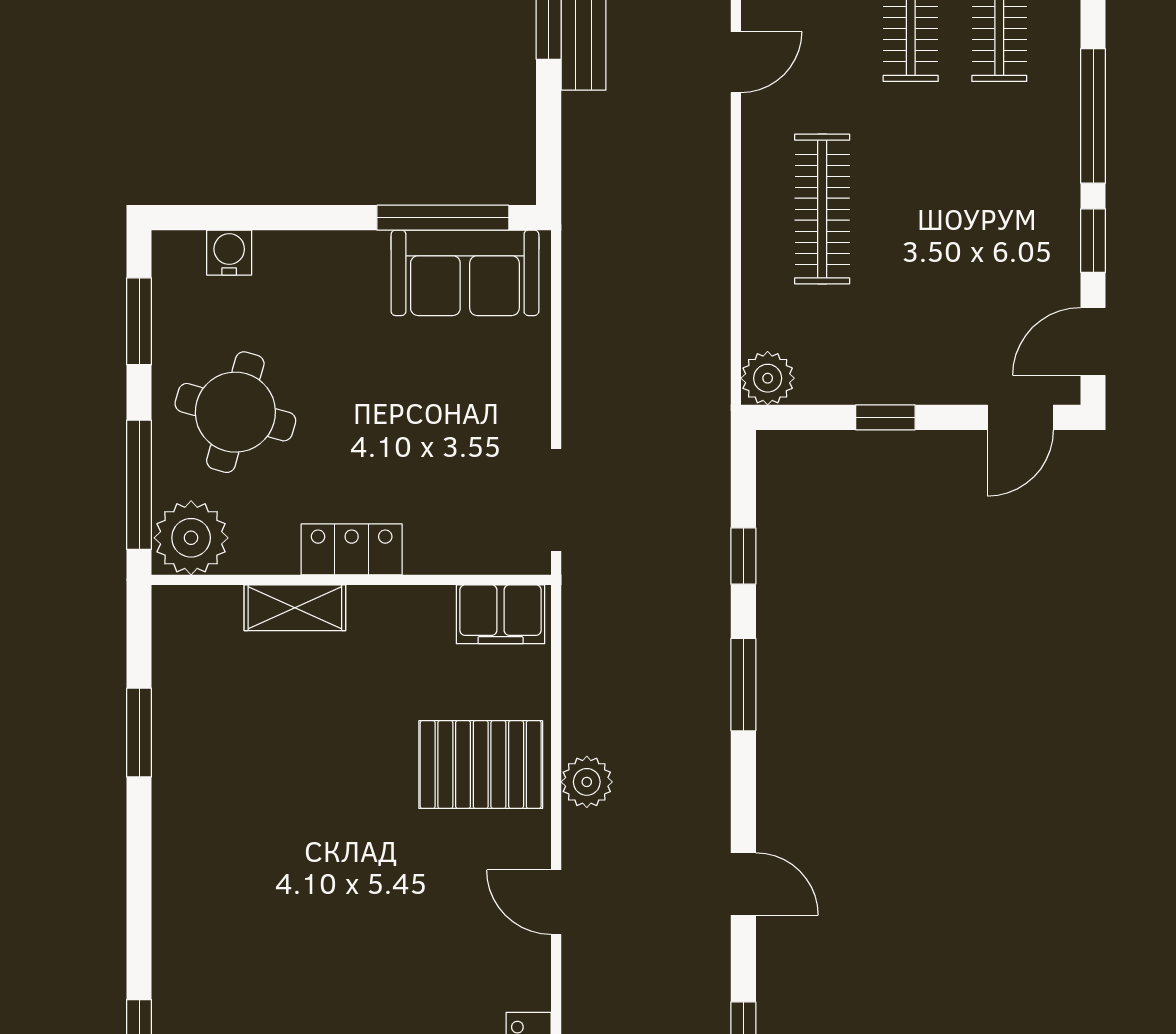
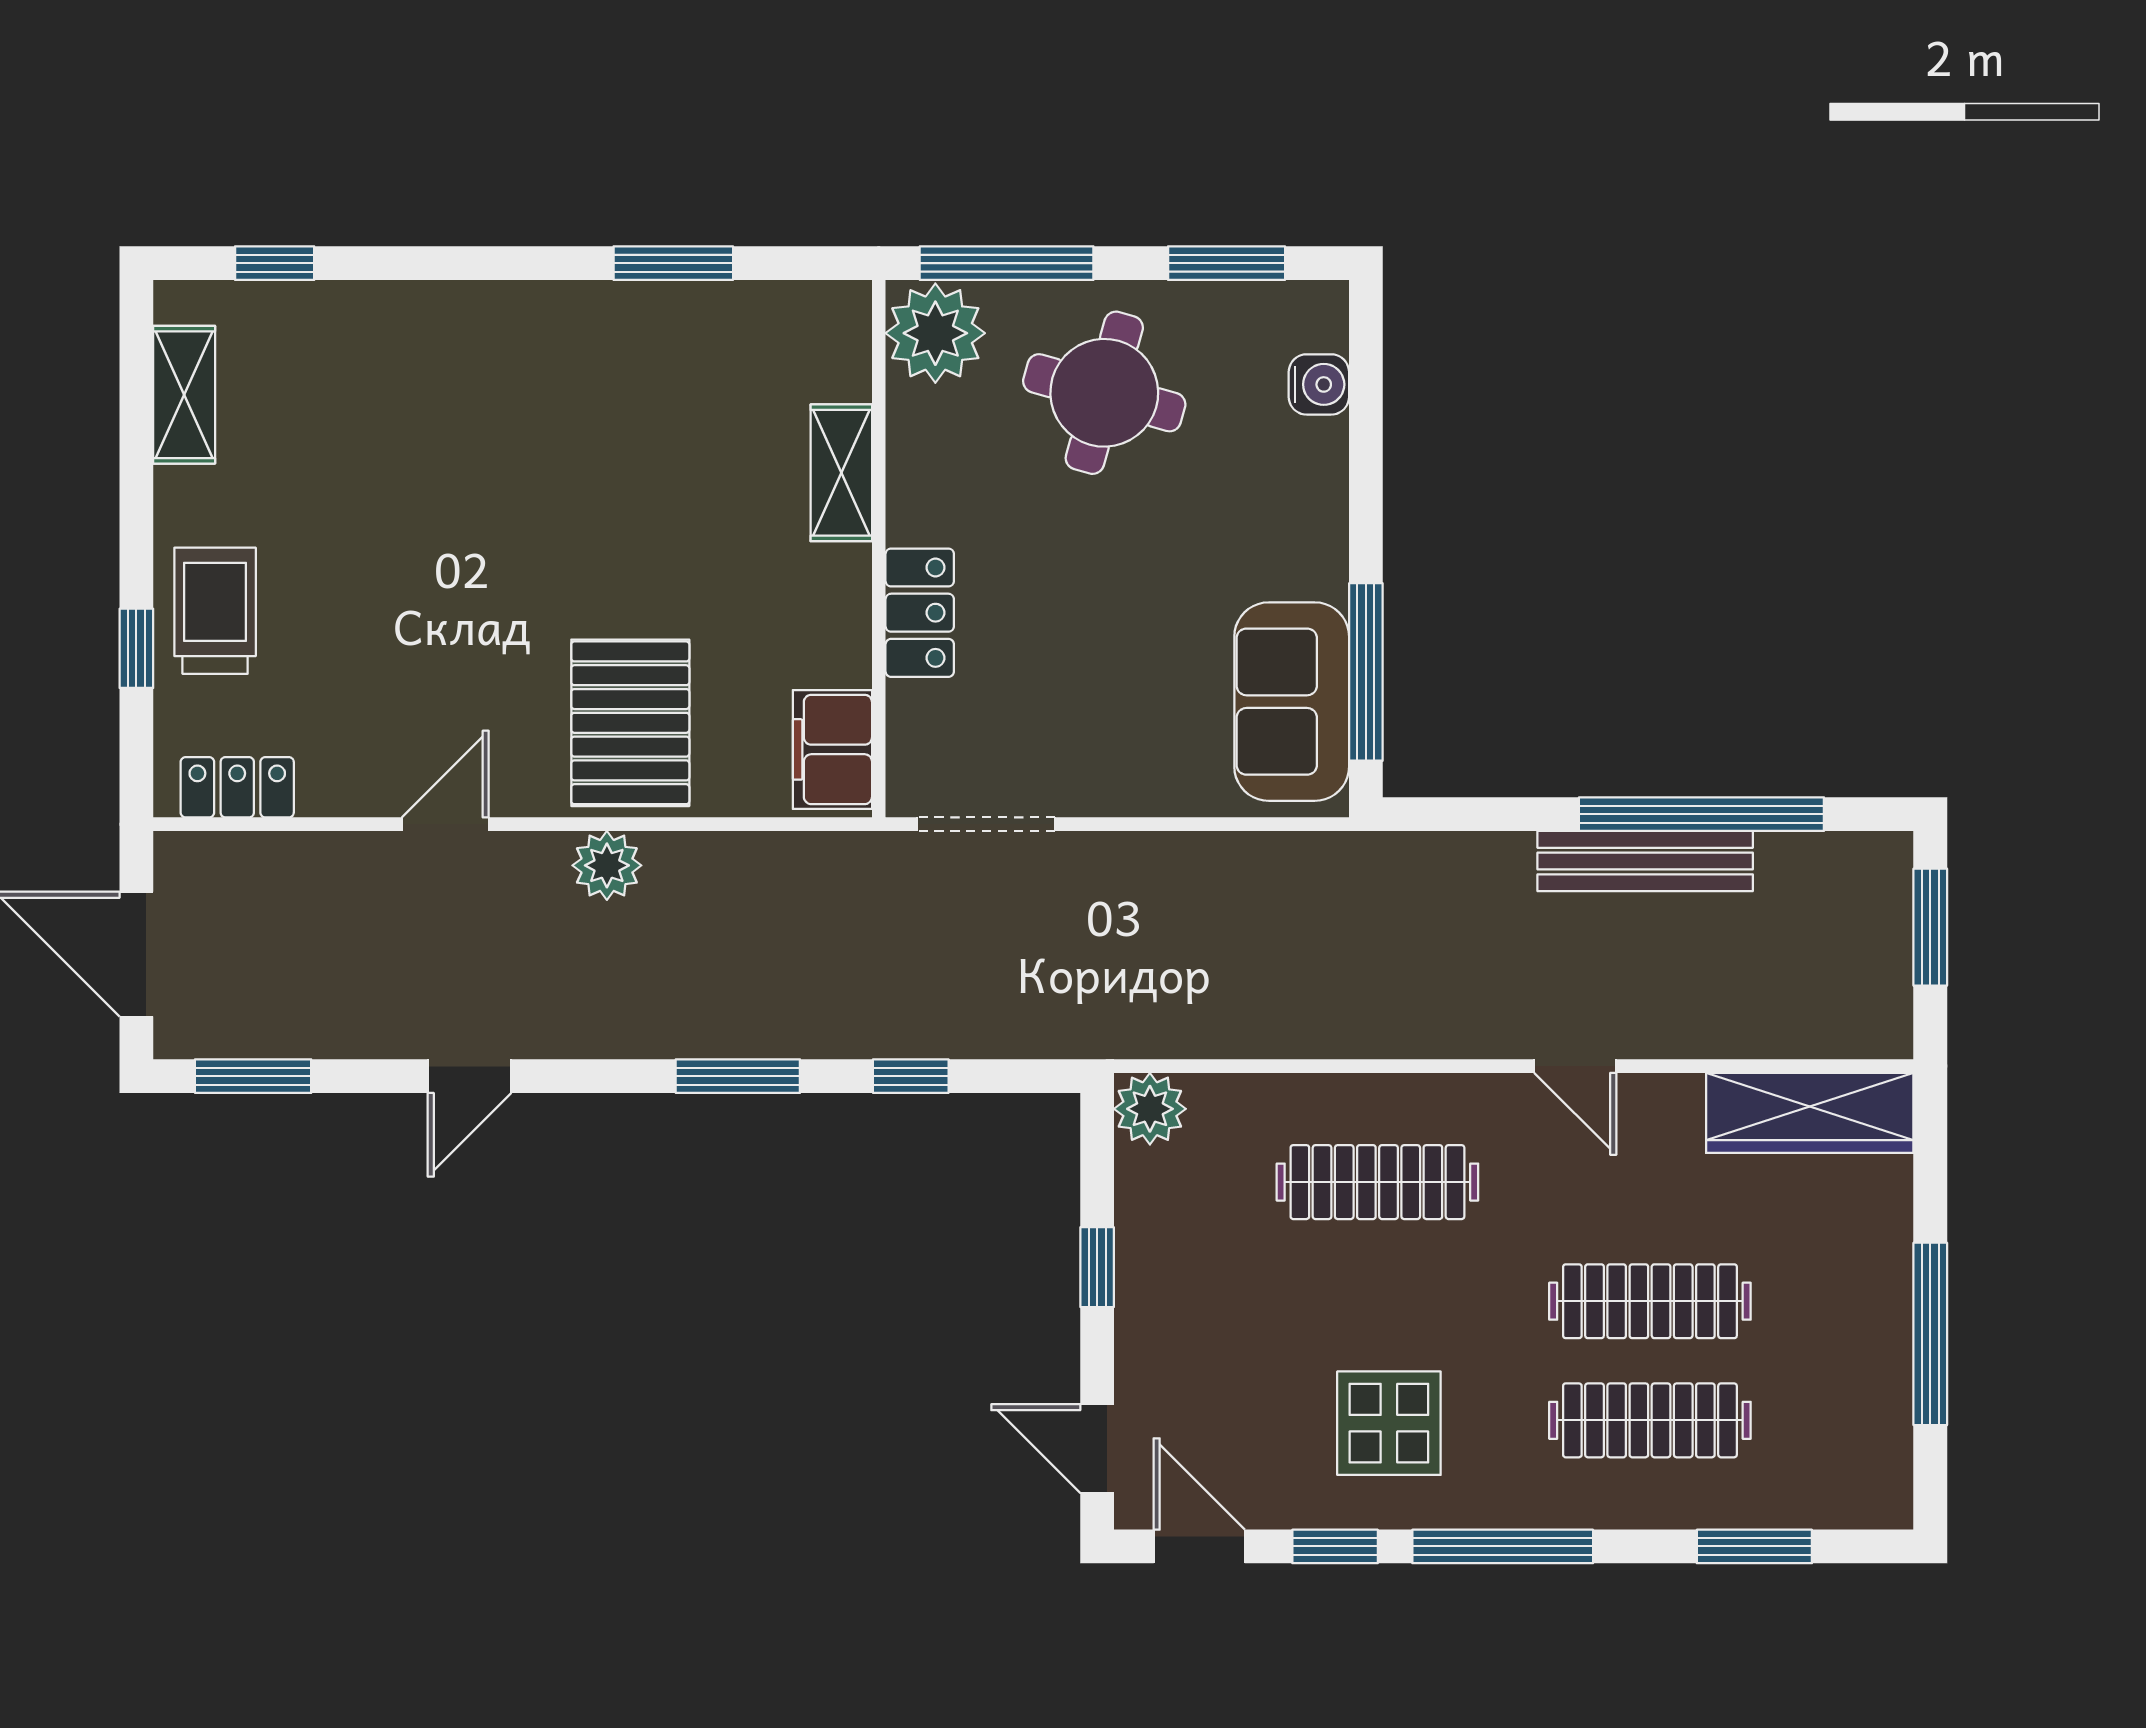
display table: (1001, 201) -> (1389, 1423), added
locker: (352, 549) -> (920, 613), moved

